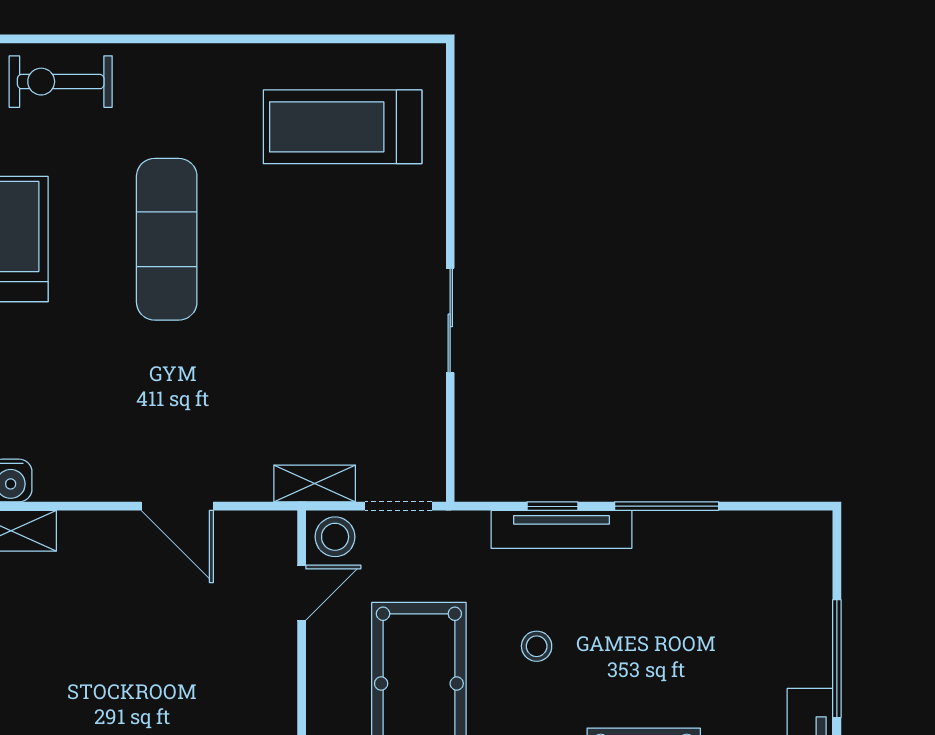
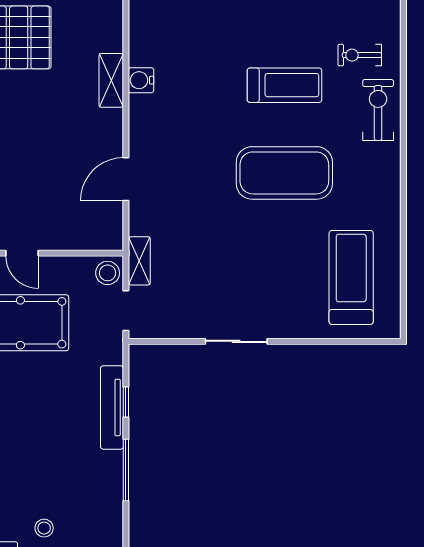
exercise mat: (167, 239) -> (284, 173), width x1.47
door: (302, 593) -> (22, 253), moved
stool: (537, 646) -> (44, 528), moved

